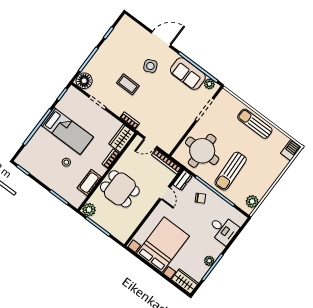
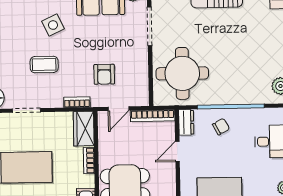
armchair: (158, 117) -> (104, 74), added
sun lounger: (231, 171) -> (231, 71), removed
door: (165, 193) -> (177, 151), swing flipped

